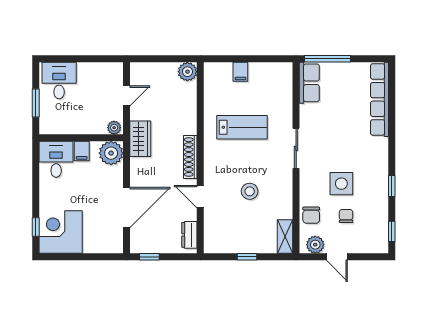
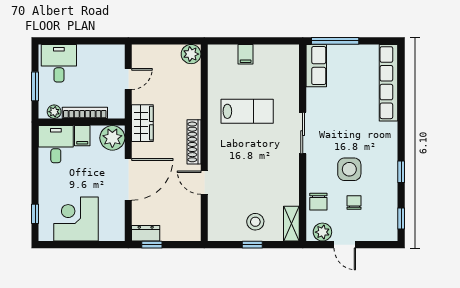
plant: (114, 128) -> (54, 112), moved
bookcase: (84, 129) -> (85, 113), added
stool: (250, 191) -> (255, 222), moved
door: (126, 208) -> (128, 179), moved
corner desk: (61, 232) -> (76, 219), moved
dresser: (189, 235) -> (146, 233), moved, turned 90

